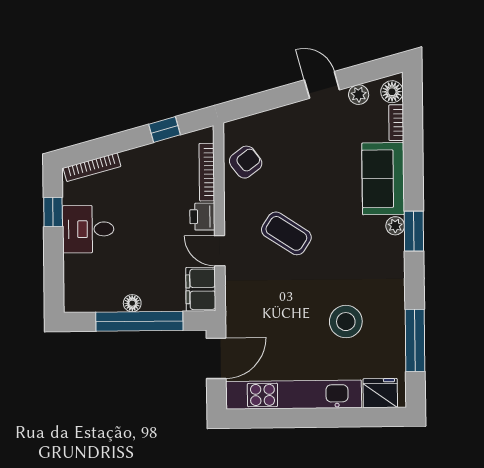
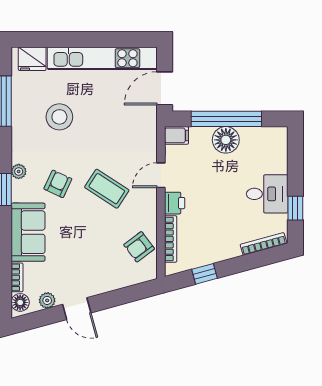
plant: (395, 226) -> (19, 171), moved
armchair: (347, 239) -> (58, 184), added
door: (220, 251) -> (161, 175), swing flipped
filing cabinet: (201, 289) -> (177, 135), width x0.50
floor lamp: (132, 303) -> (226, 140), width x1.89, depth x1.89

